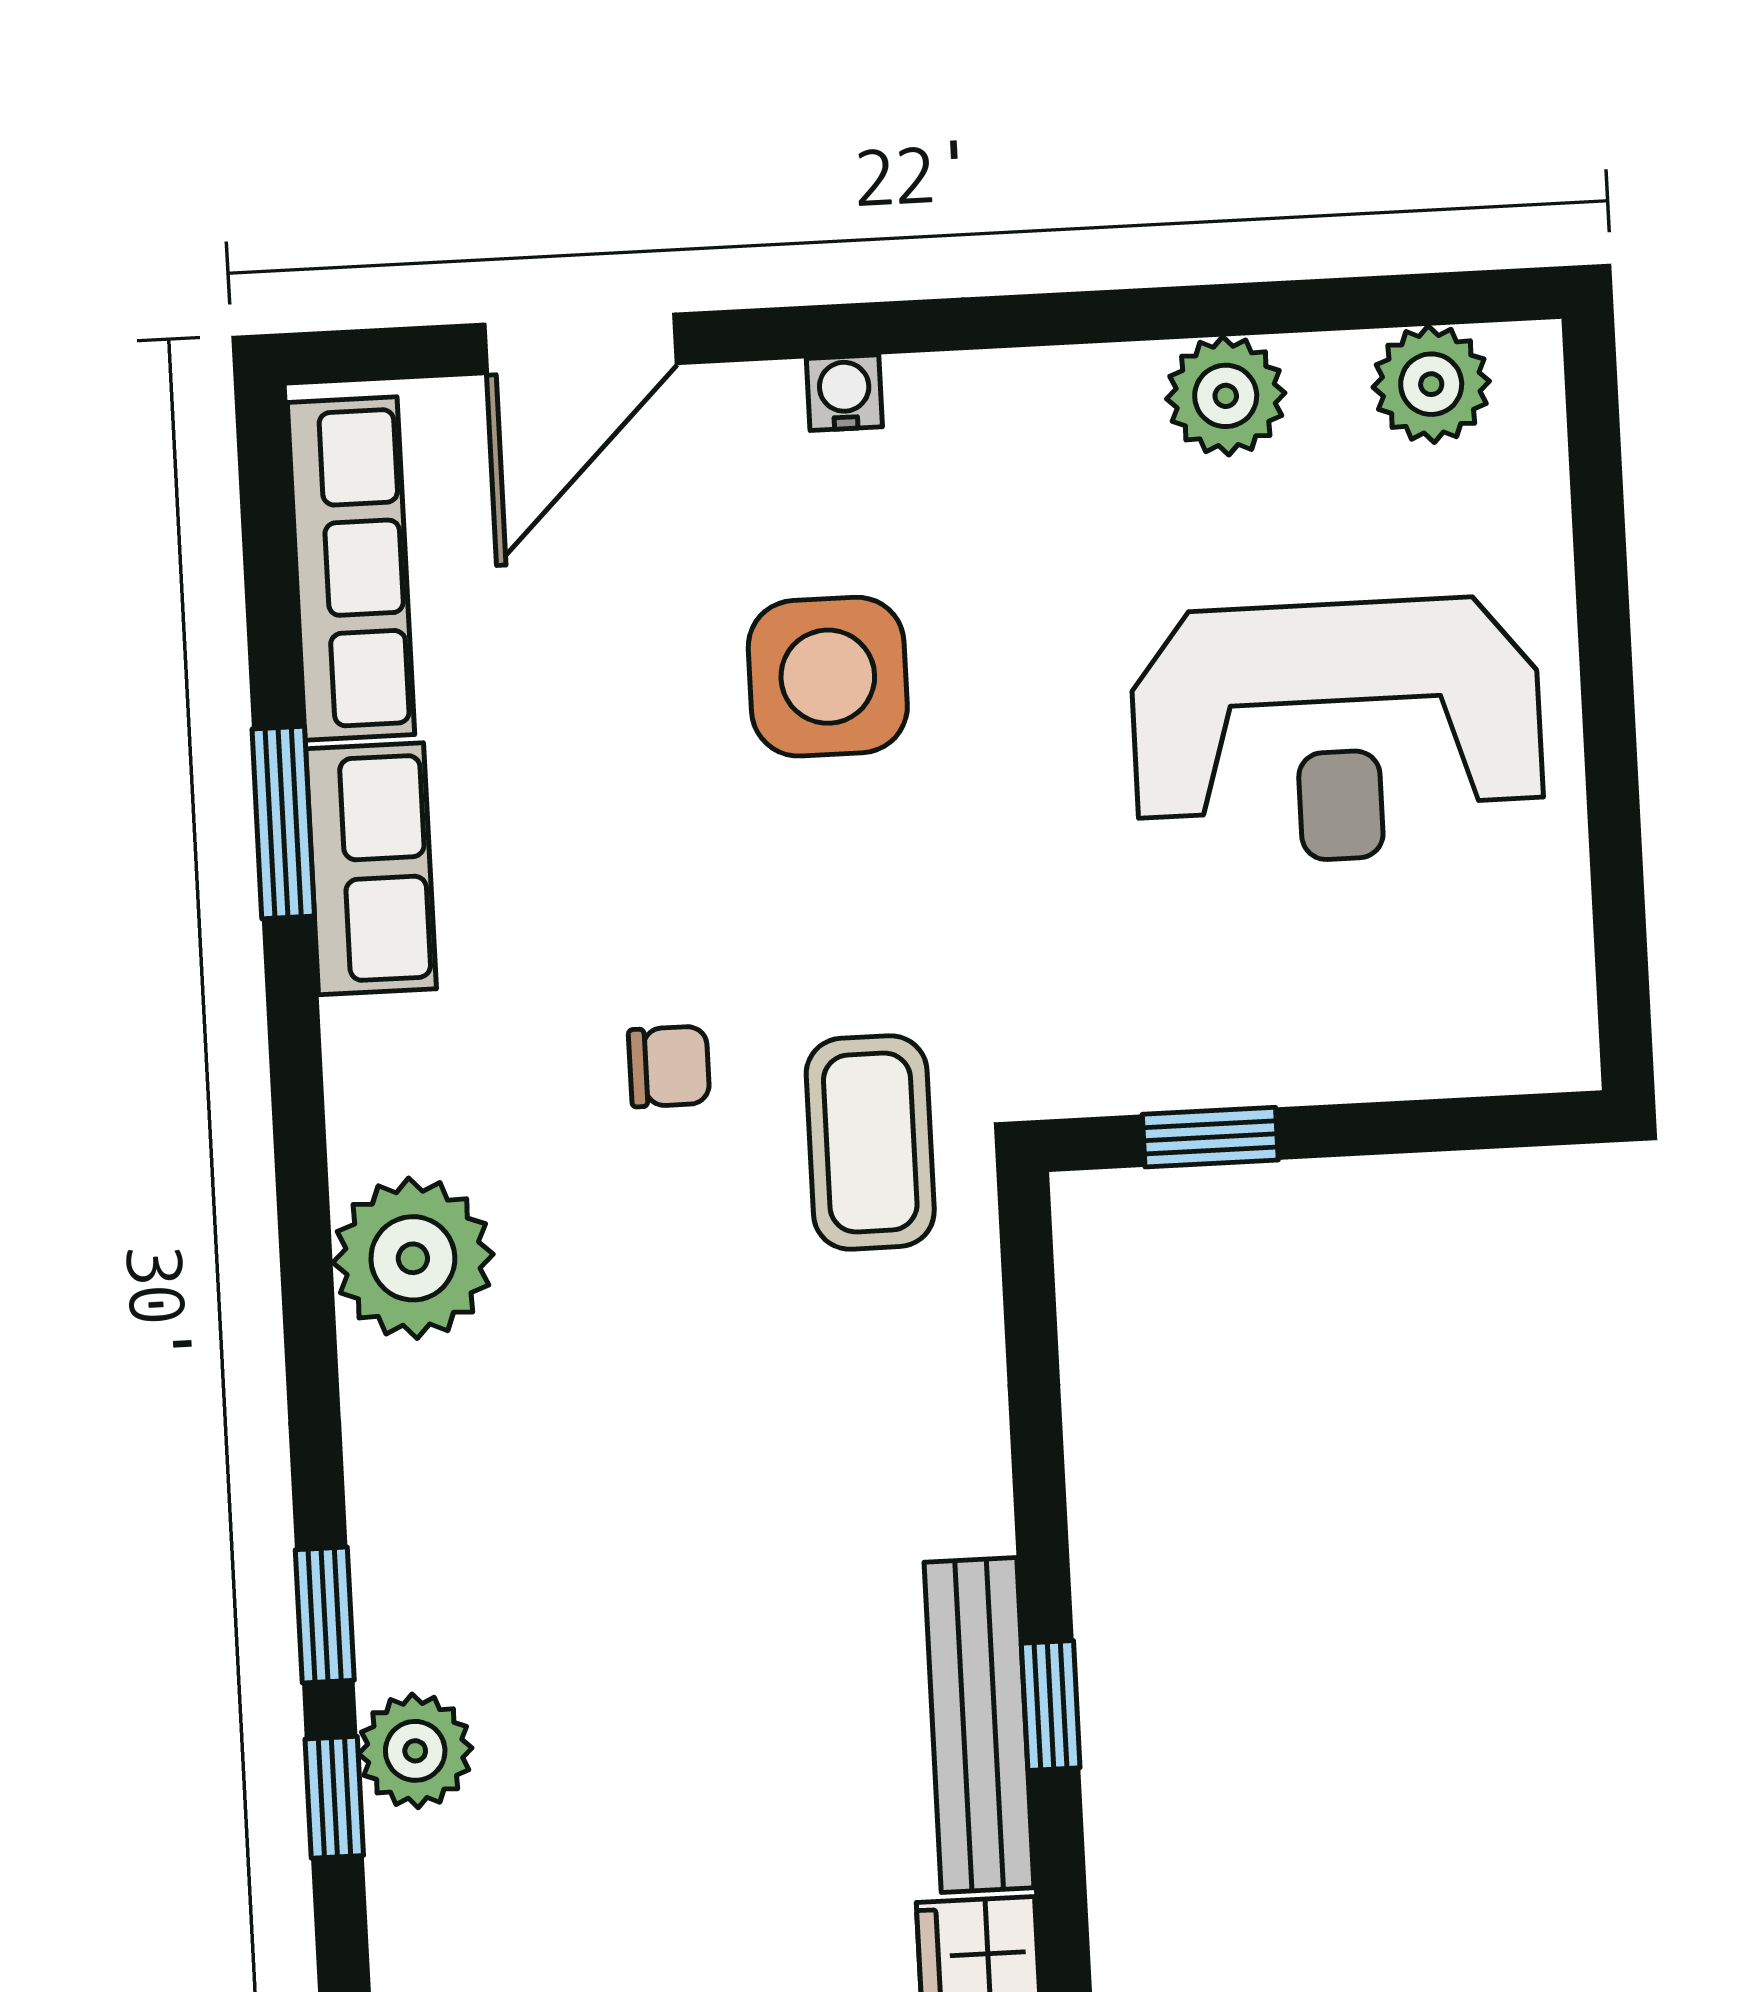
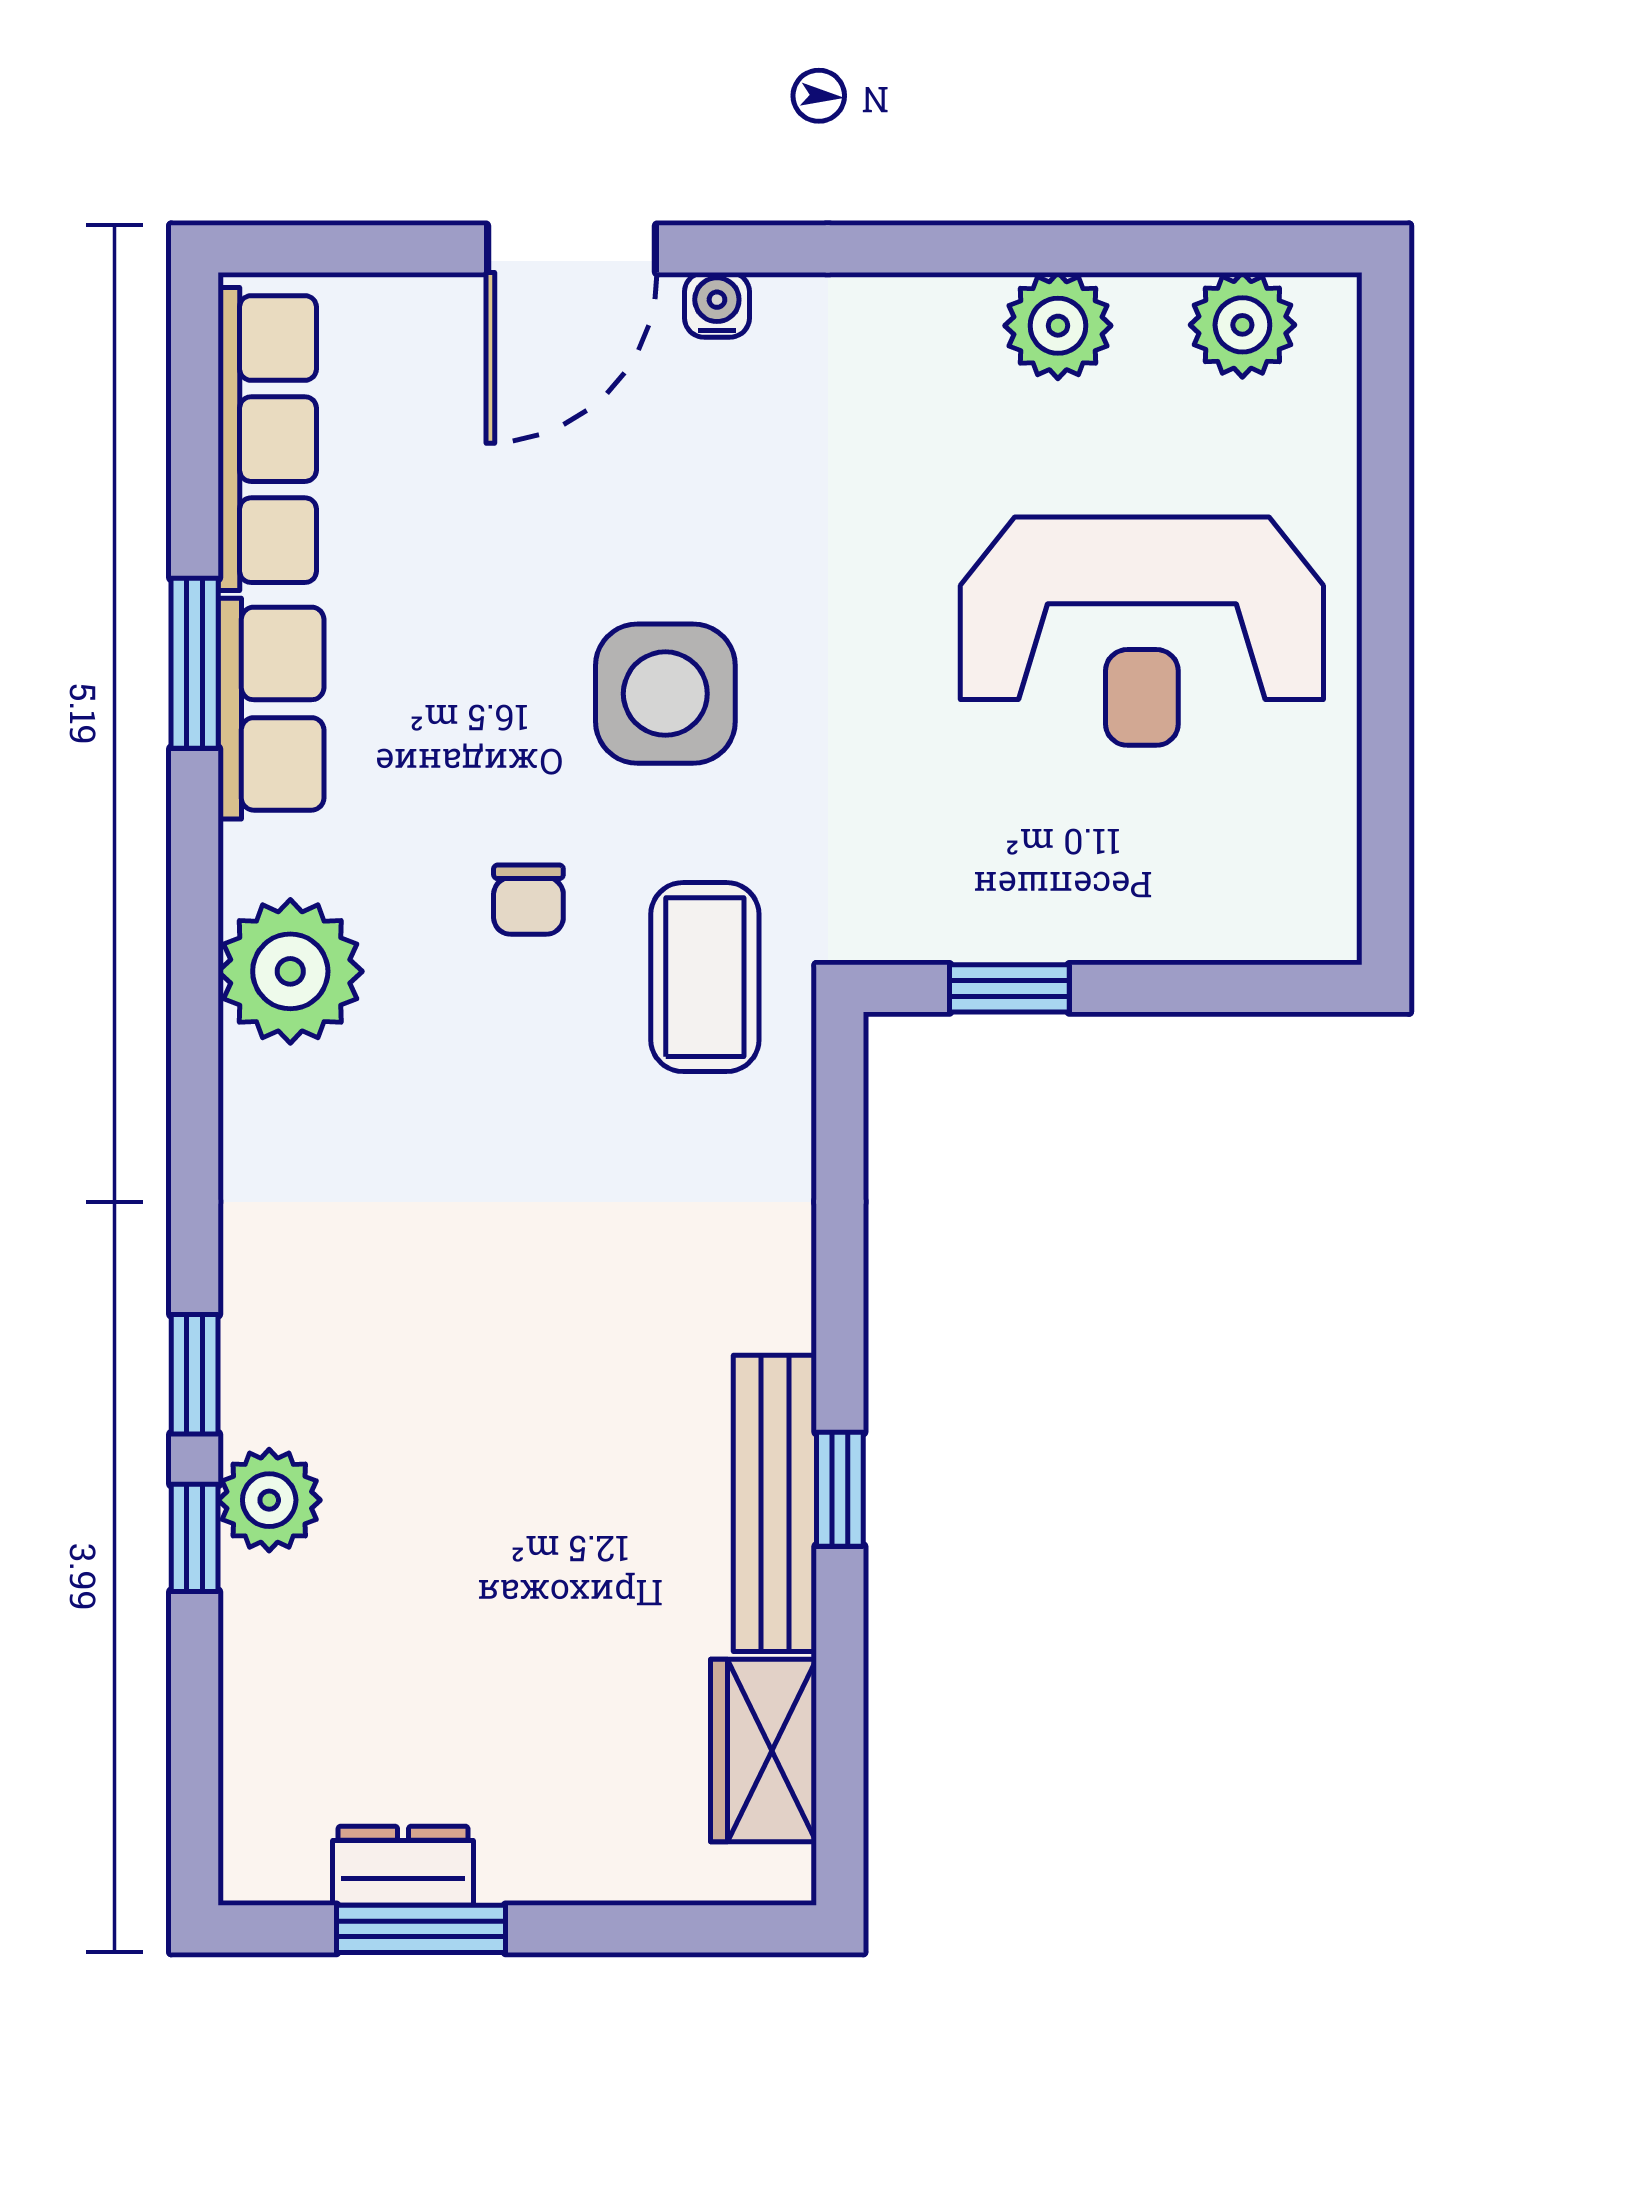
door: (580, 344) -> (572, 249), moved
side table: (828, 677) -> (665, 694), moved
chair: (669, 1066) -> (528, 900), turned 90
plant: (413, 1258) -> (290, 971), moved

